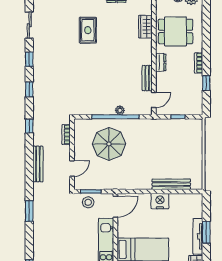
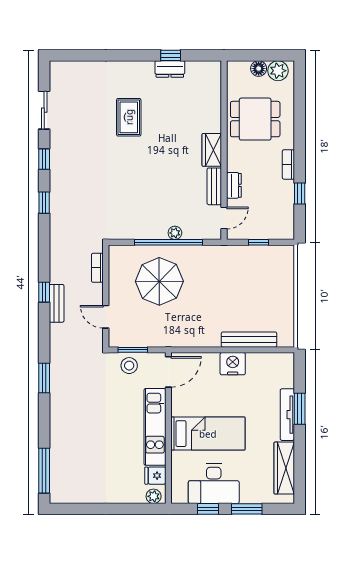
wardrobe: (145, 27) -> (212, 150), moved
dresser: (161, 62) -> (234, 185), moved
window: (29, 126) -> (44, 292), moved
bench: (38, 164) -> (57, 303), width x0.73
door: (72, 169) -> (106, 317), swing flipped

